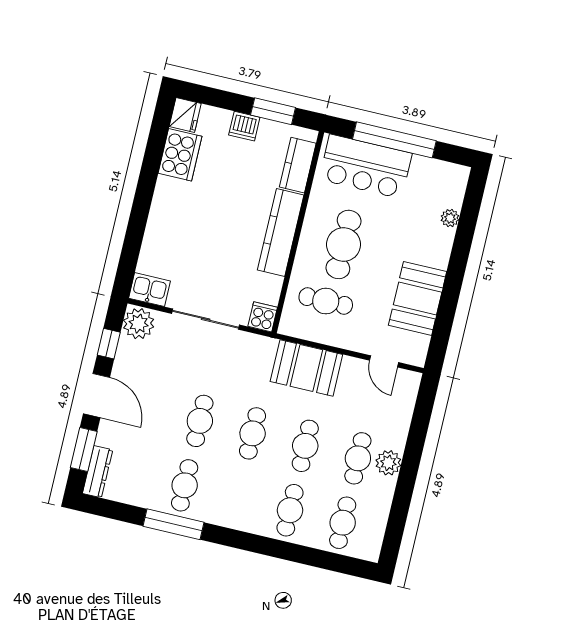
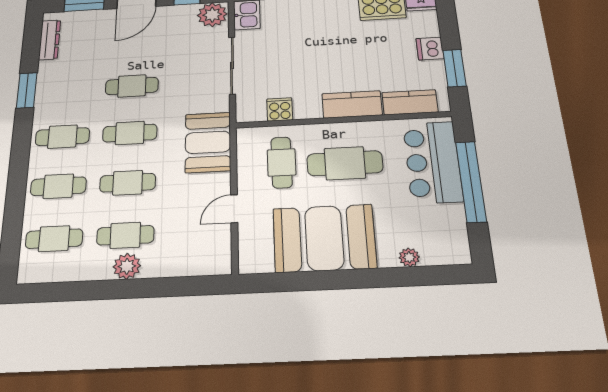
kitchen counter: (281, 233) -> (352, 104), width x0.67
booth: (418, 298) -> (324, 238), width x1.36, depth x1.42
cooker: (263, 317) -> (280, 109), moved, turned -90
door: (384, 361) -> (234, 209), moved
booth: (306, 368) -> (208, 142), moved
dresser: (98, 472) -> (50, 40), moved, turned -90
cafe table: (185, 485) -> (62, 137), moved
window: (173, 524) -> (27, 90), width x0.69

